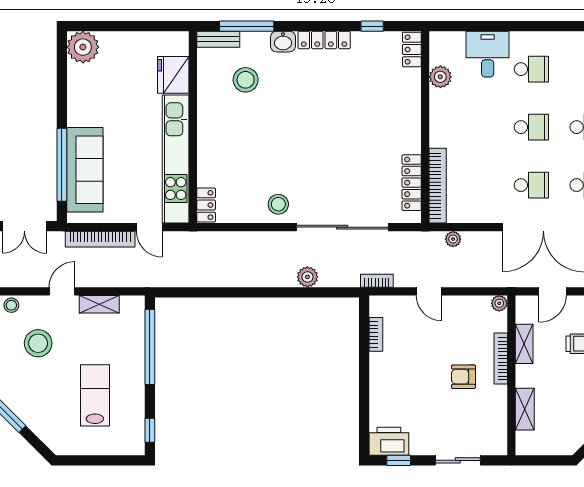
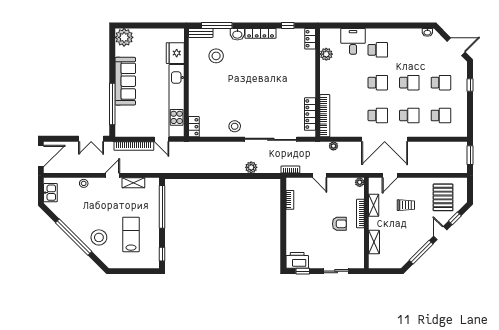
sofa: (85, 170) -> (125, 81), moved
stool: (38, 343) -> (99, 237), moved
armchair: (463, 377) -> (339, 224), turned 180

